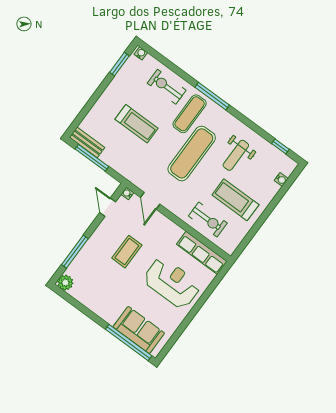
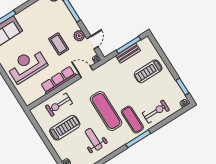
treadmill: (137, 124) -> (148, 71), moved
bench: (87, 142) -> (128, 53), moved
door: (108, 207) -> (92, 43), hinge flipped
plant: (105, 228) -> (79, 36), added
row of seats: (202, 253) -> (58, 80), moved
reception desk: (172, 283) -> (27, 65), turned 180

